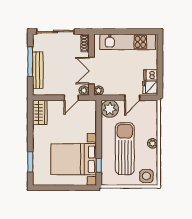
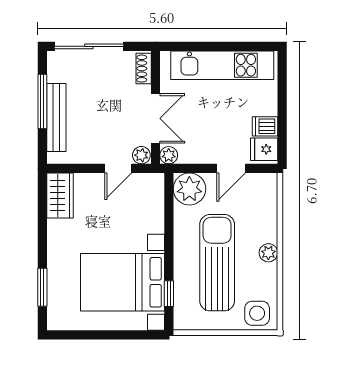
double door: (91, 71) -> (156, 118), swing flipped

